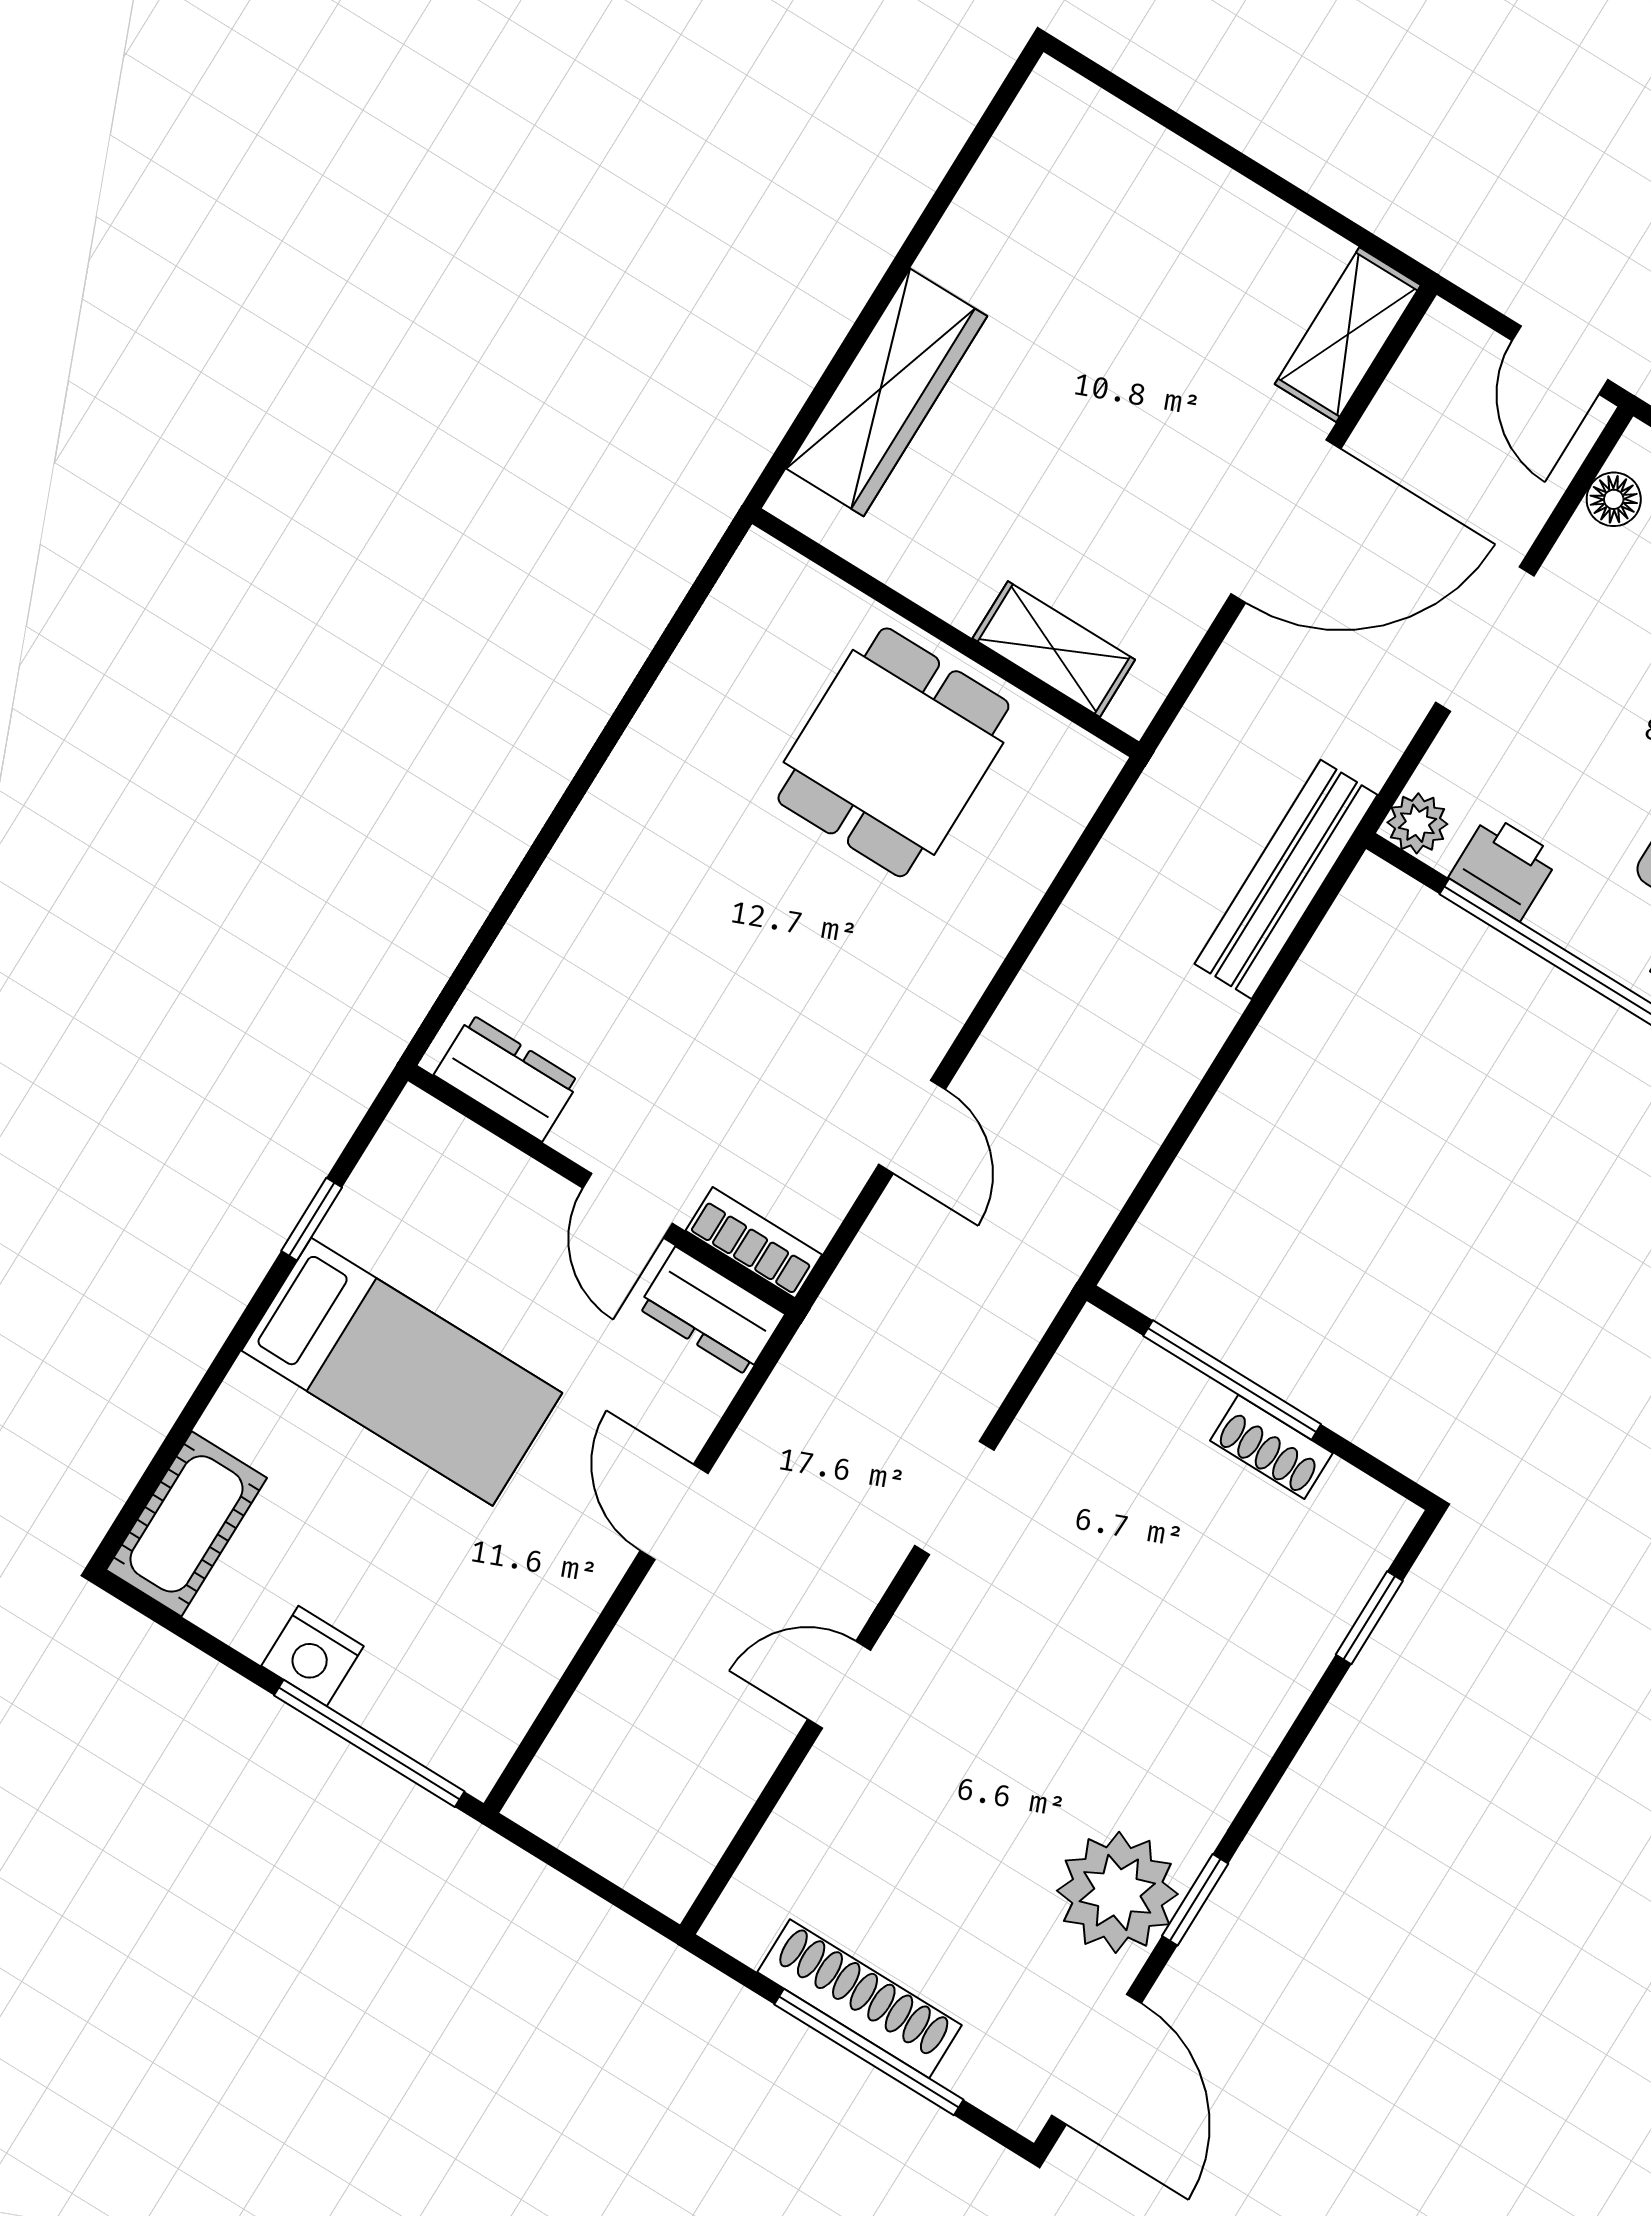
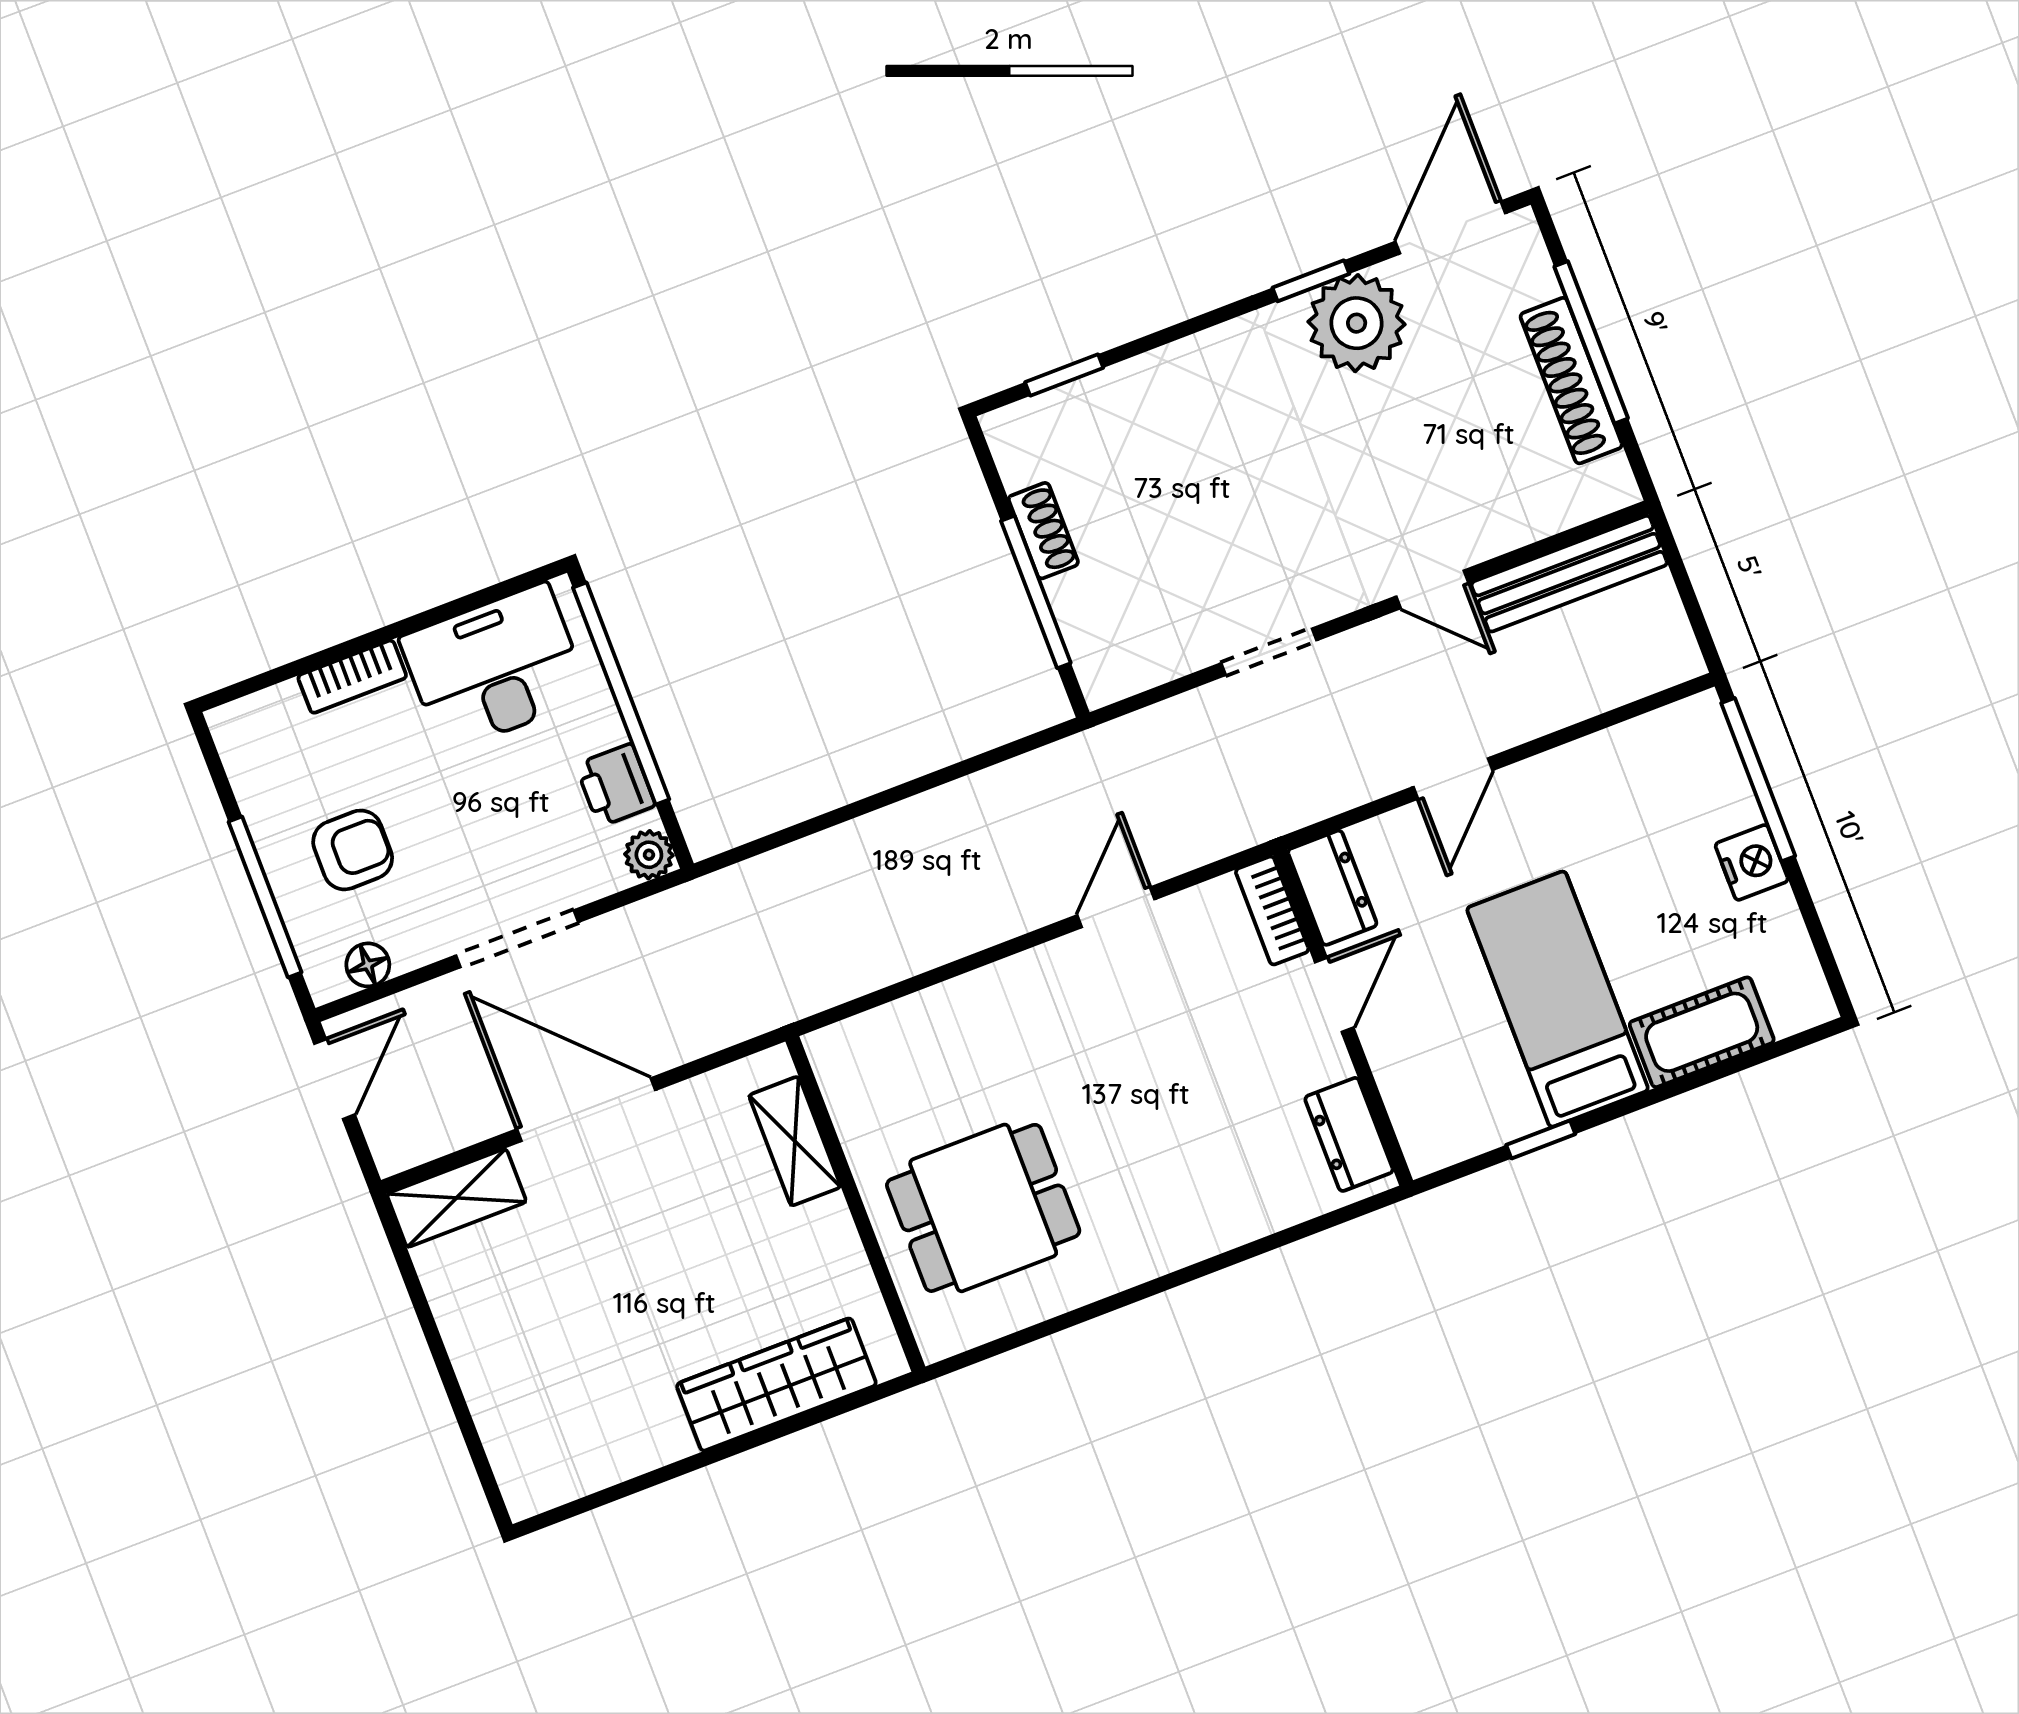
dining table: (893, 752) -> (983, 1208), moved
bench: (1286, 879) -> (1569, 574), moved
cot: (186, 1524) -> (1702, 1032), moved

